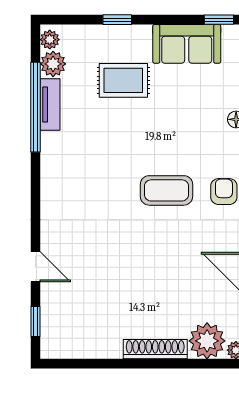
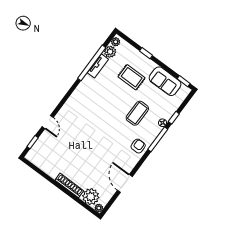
coffee table: (166, 190) -> (137, 113), moved, turned 90

